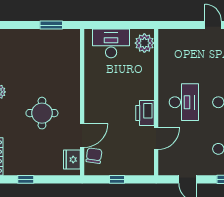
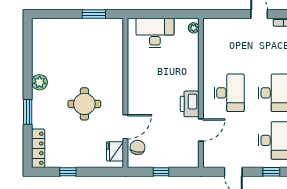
plant: (144, 43) -> (194, 28), width x0.53, depth x0.53

